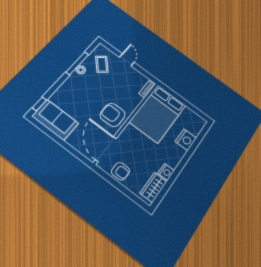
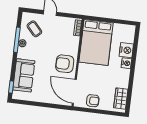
sofa: (55, 120) -> (24, 75), moved, turned 90
nightstand: (166, 172) -> (126, 63), moved

